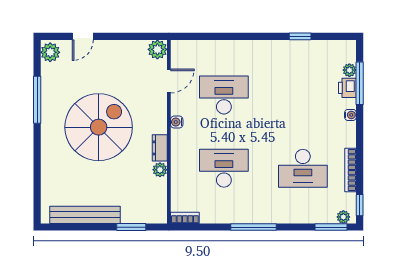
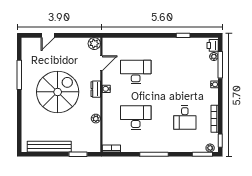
plant: (50, 52) -> (27, 45), removed
printer: (347, 88) -> (213, 45), moved
dresser: (160, 148) -> (96, 89), moved
desk: (303, 168) -> (185, 118), width x0.73

